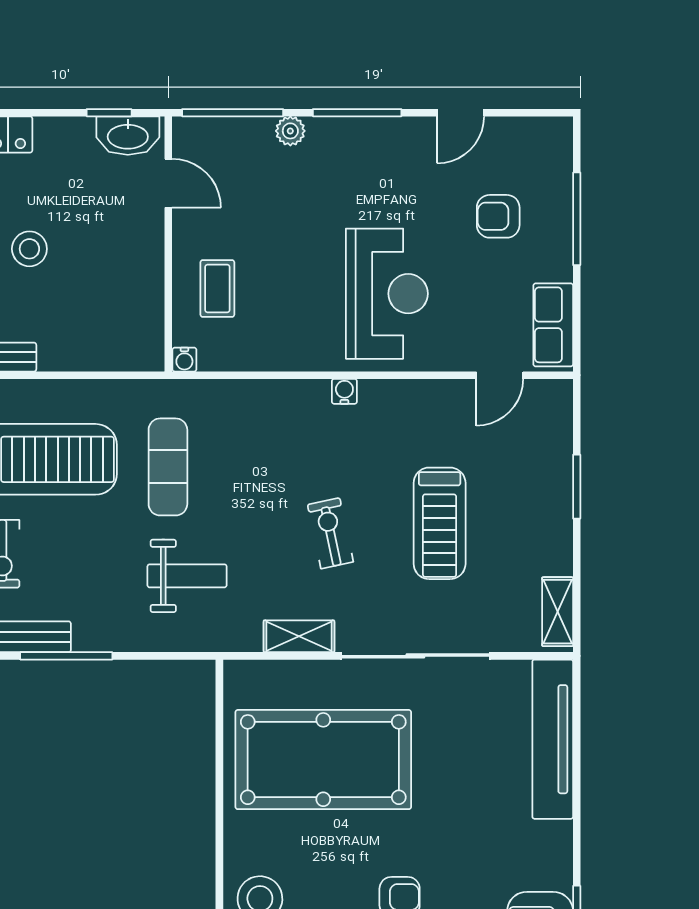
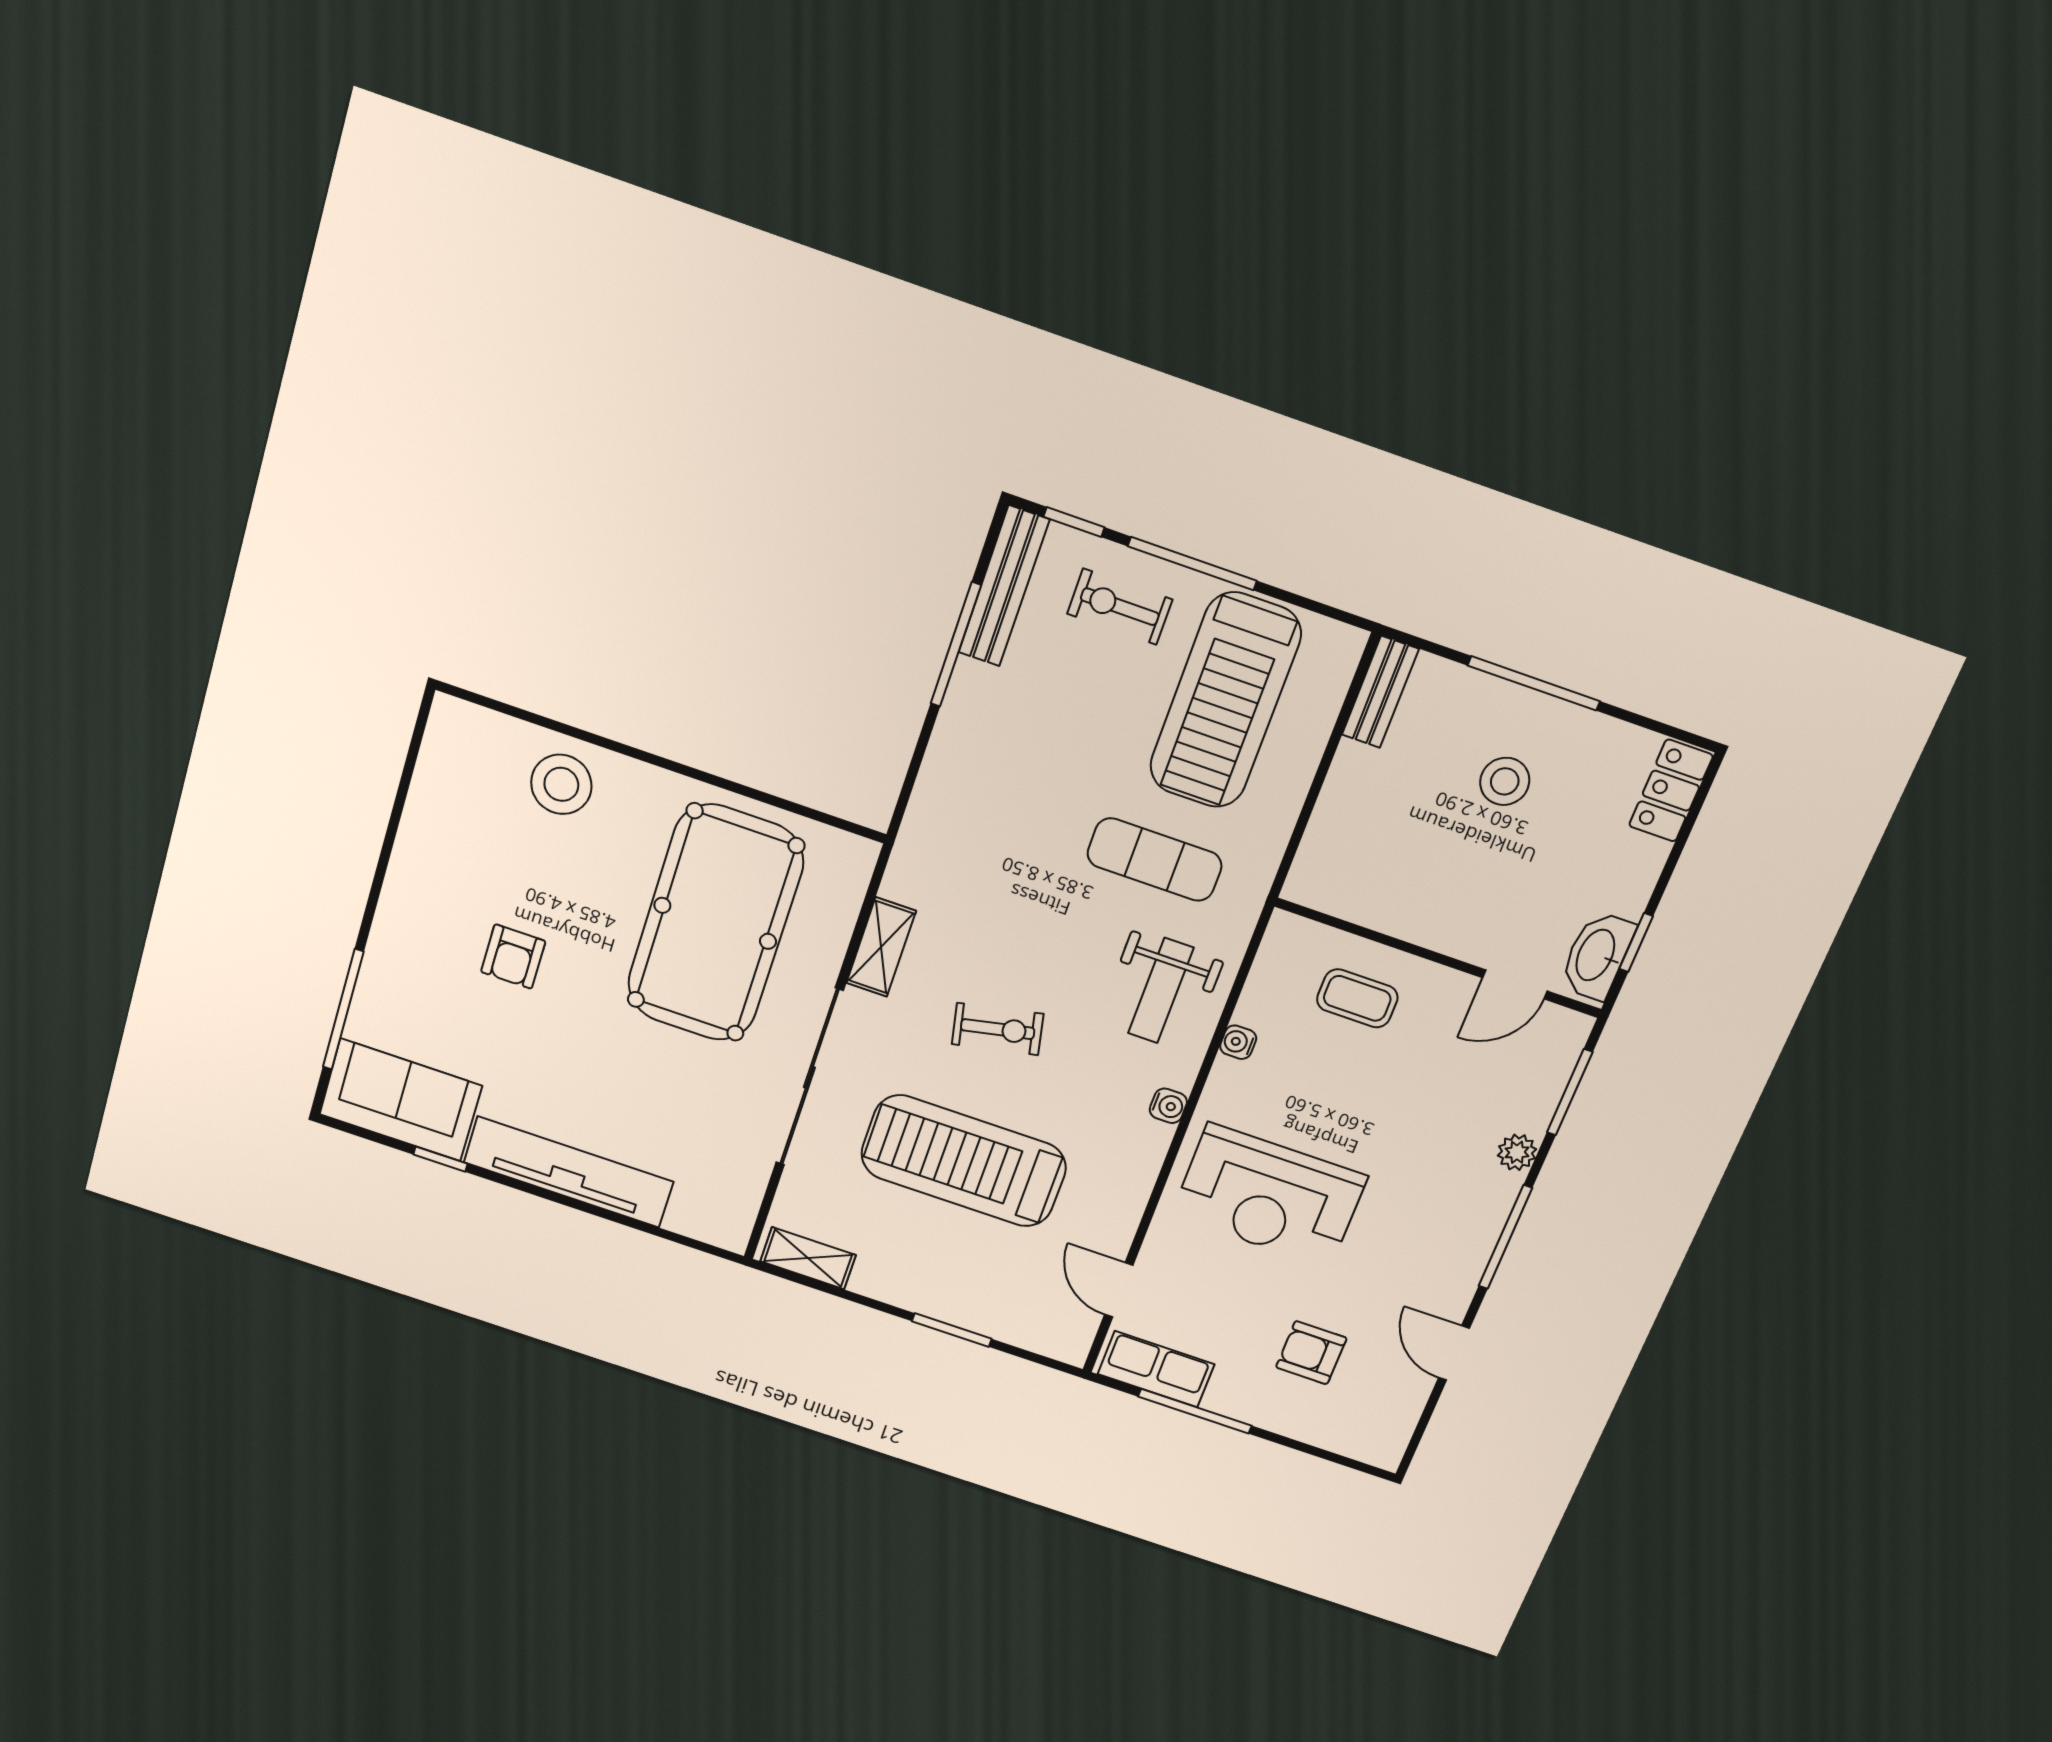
window: (233, 113) -> (1570, 1092), width x0.69
armchair: (498, 216) -> (1311, 1353), turned -90
window: (577, 219) -> (1195, 1411), moved
water cooler: (184, 360) -> (1238, 1042), moved
treadmill: (440, 523) -> (964, 1161), width x1.37, depth x1.38
weight bench: (187, 576) -> (1161, 991), moved
tv unit: (553, 739) -> (569, 1172), moved

